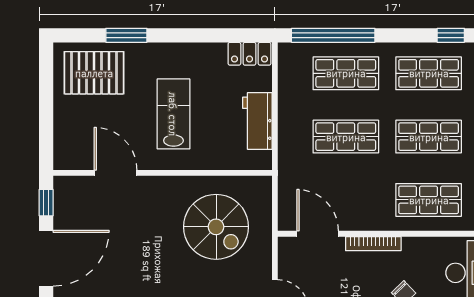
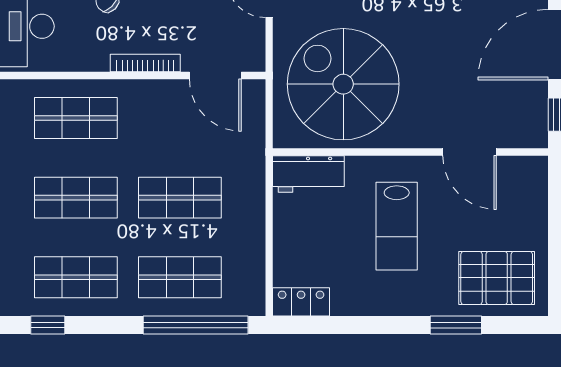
workbench: (257, 121) -> (308, 174), moved, turned 90
spiral stairs: (216, 227) -> (343, 84), width x1.37, depth x1.37

